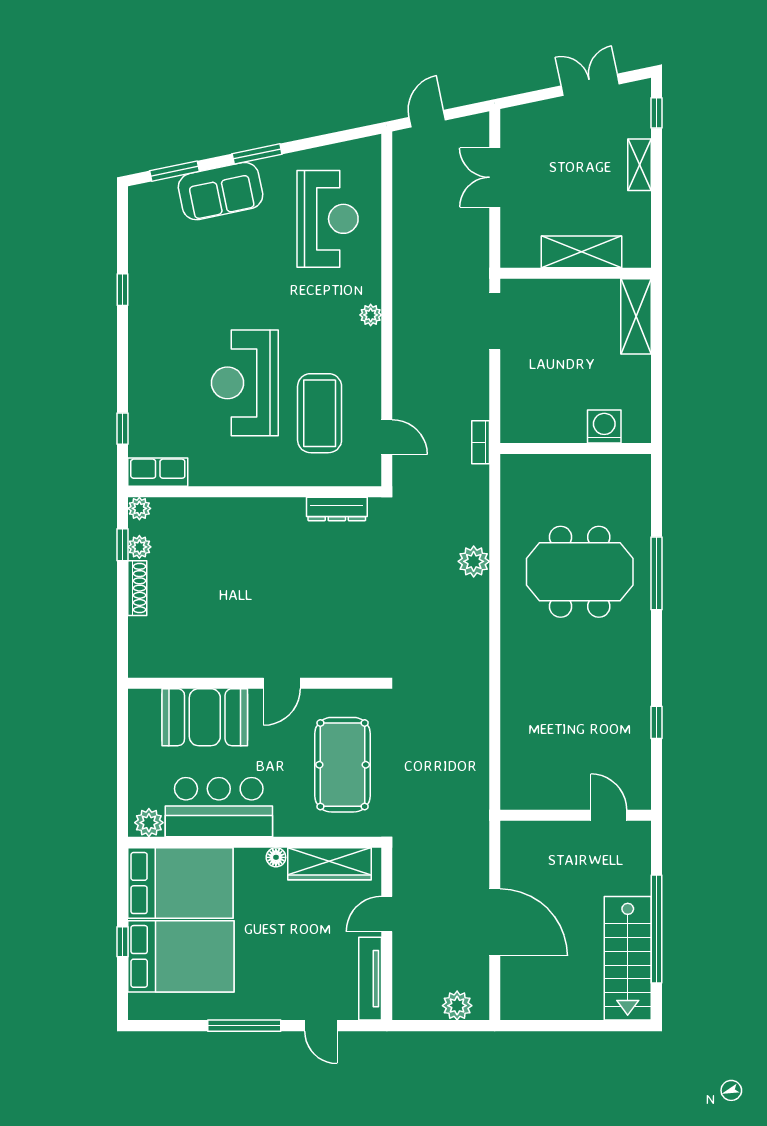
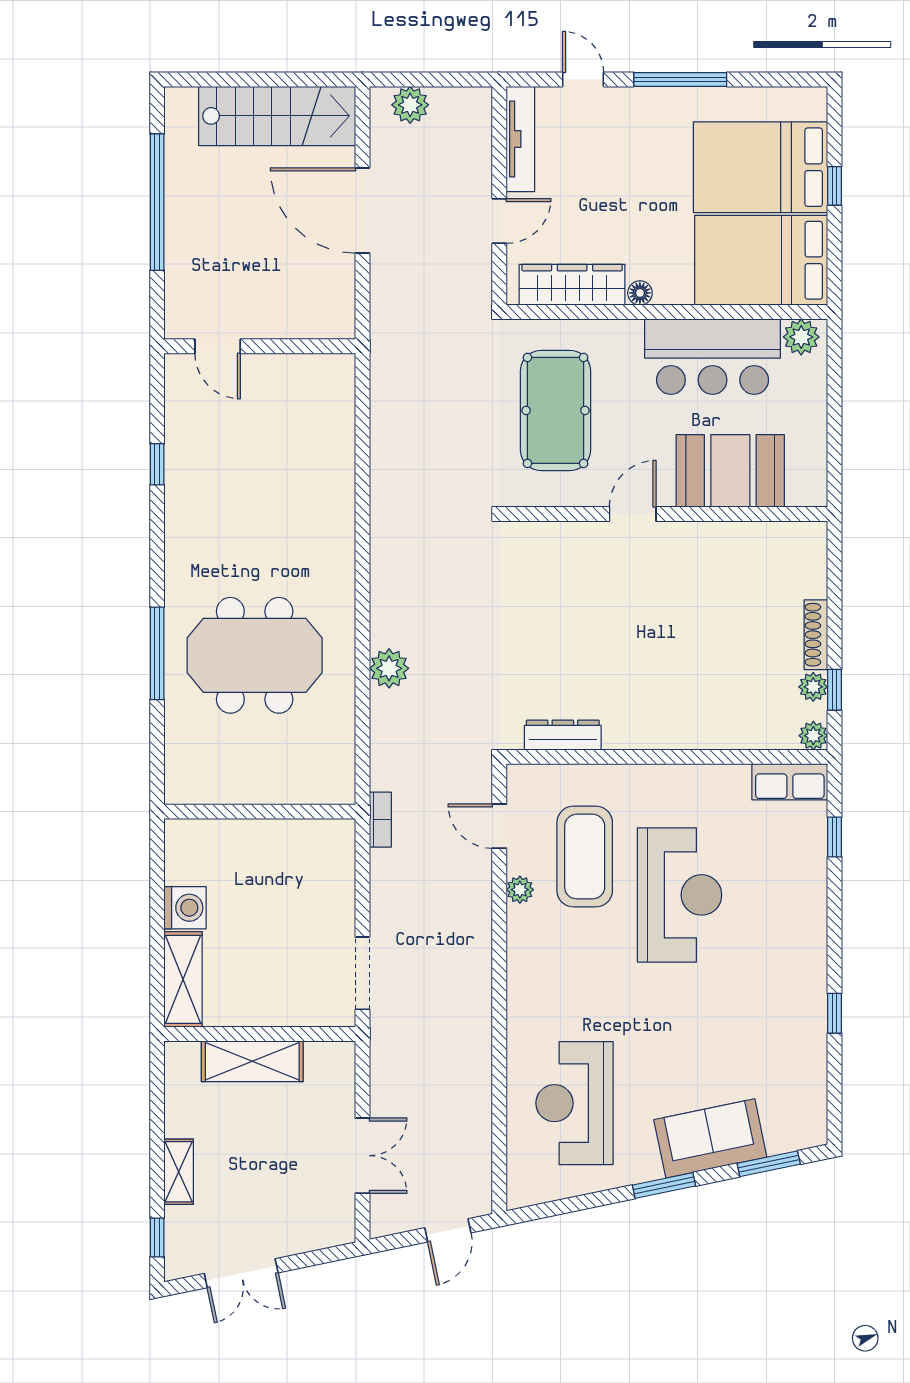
plant: (371, 315) -> (520, 890), moved
washing machine: (604, 427) -> (185, 908), moved, turned -90
stairs: (628, 958) -> (277, 116), moved, turned 90

